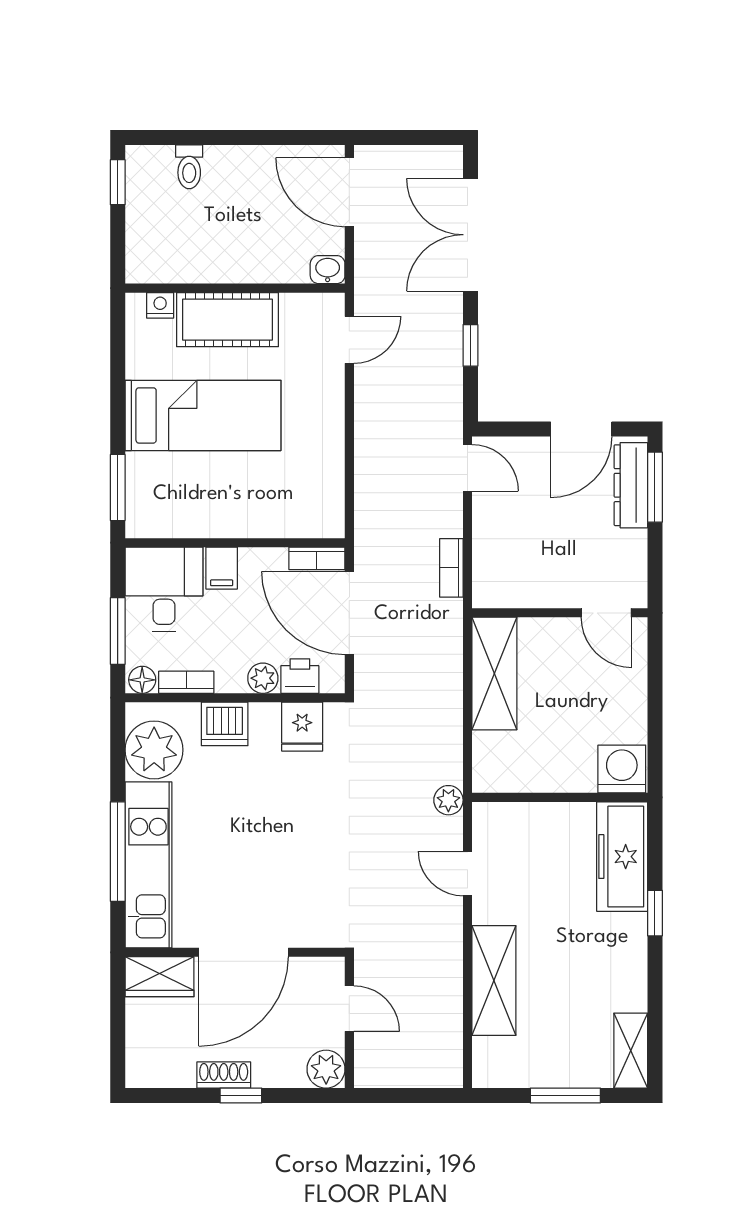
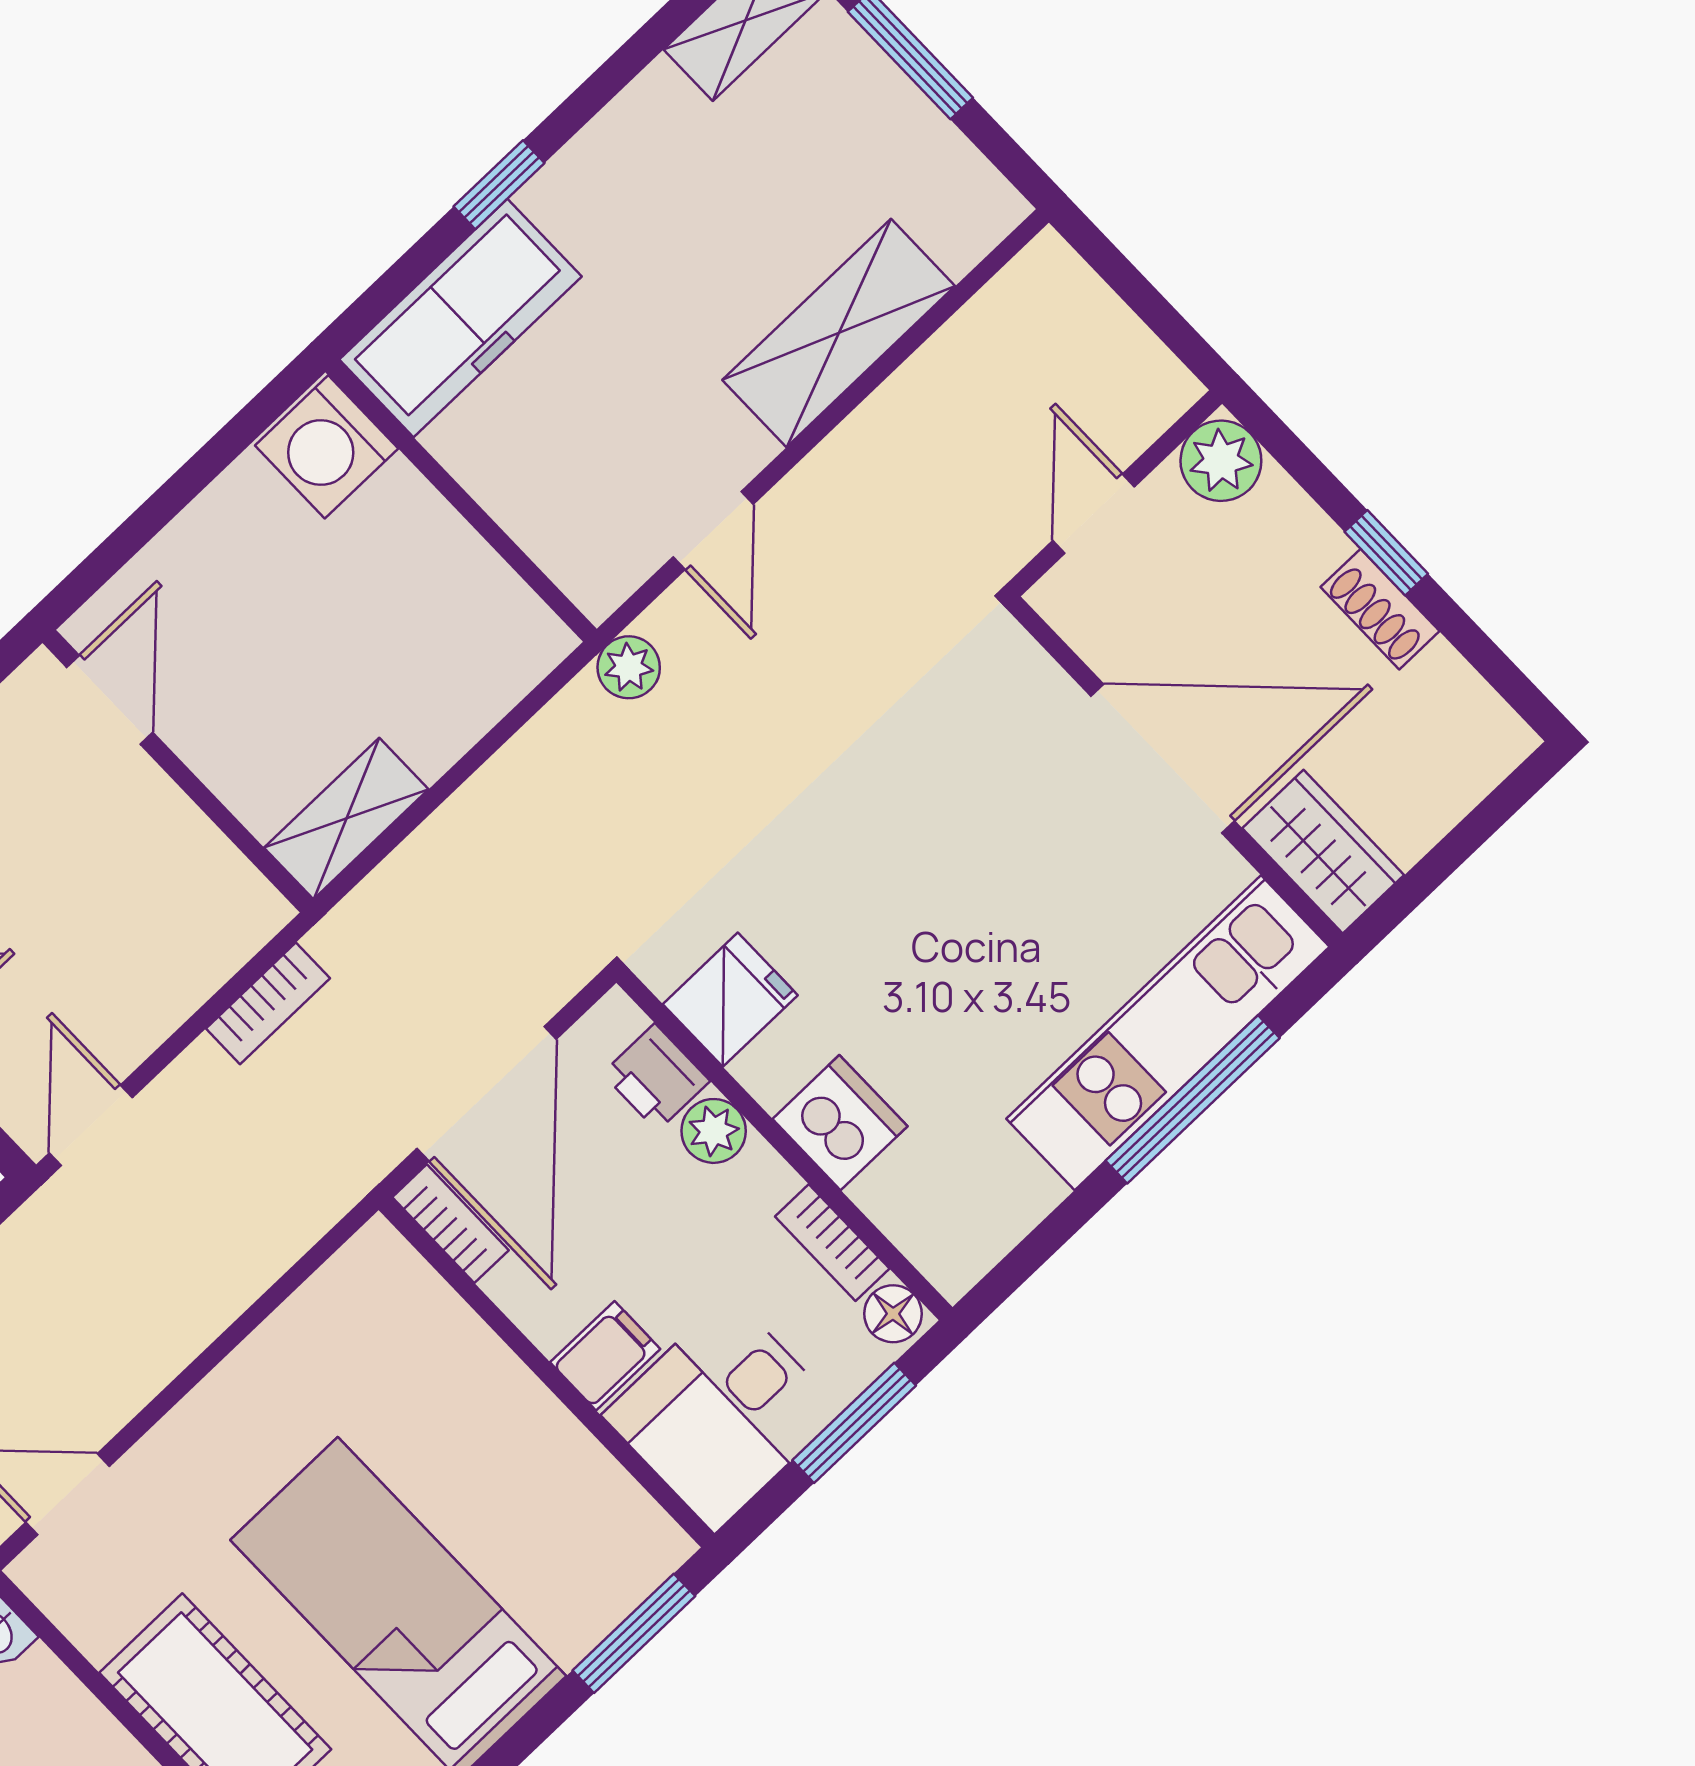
shelving: (494, 674) -> (346, 819), width x0.67, depth x0.75
plant: (154, 750) -> (983, 1193), removed

